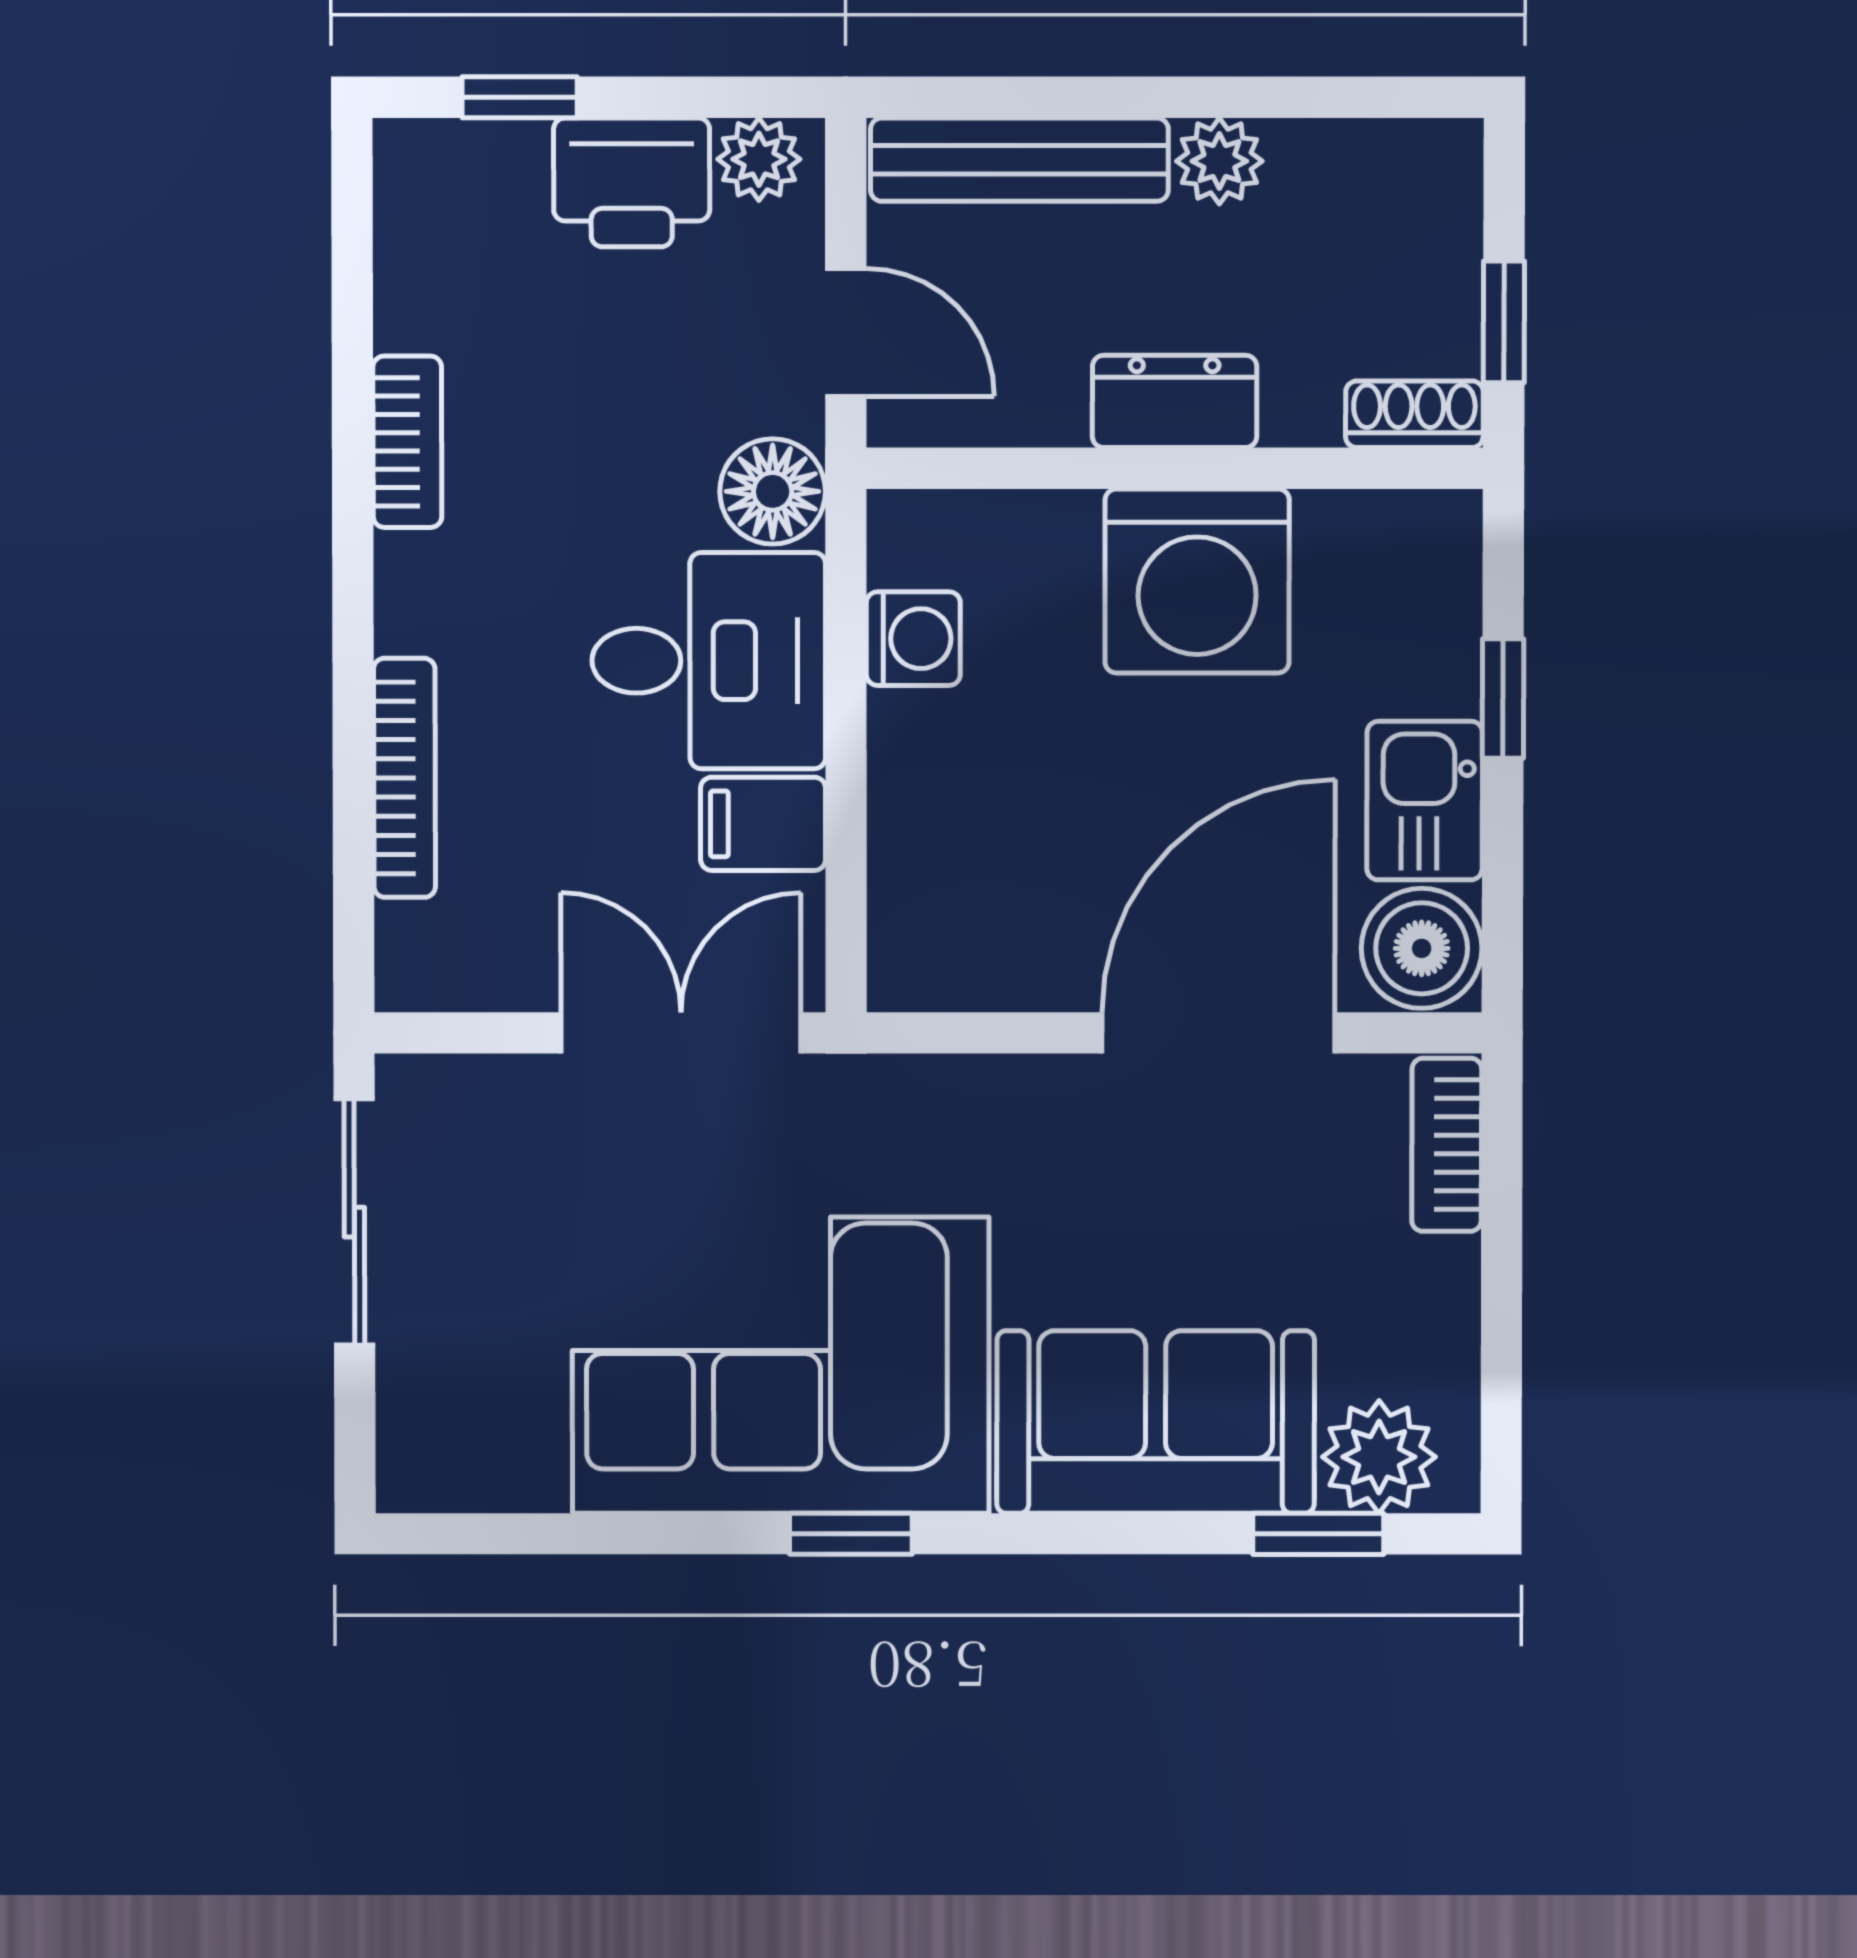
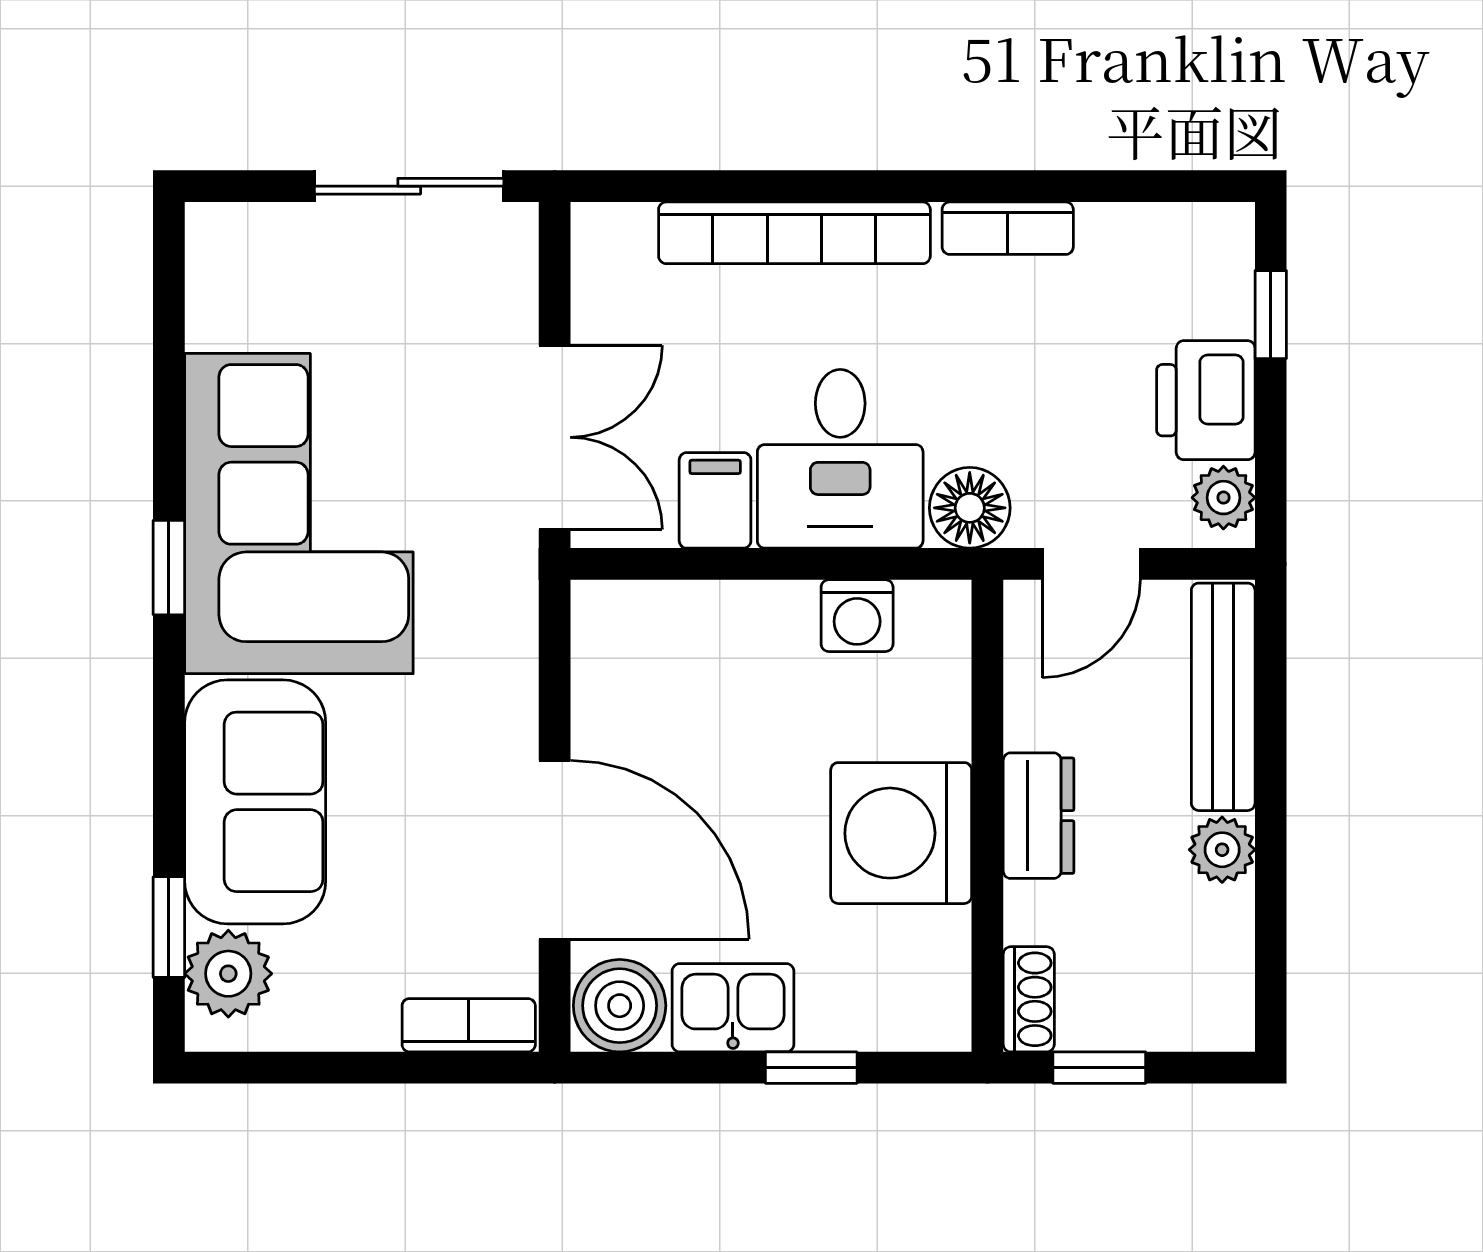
bookcase: (404, 778) -> (794, 233), width x1.48, depth x1.31

